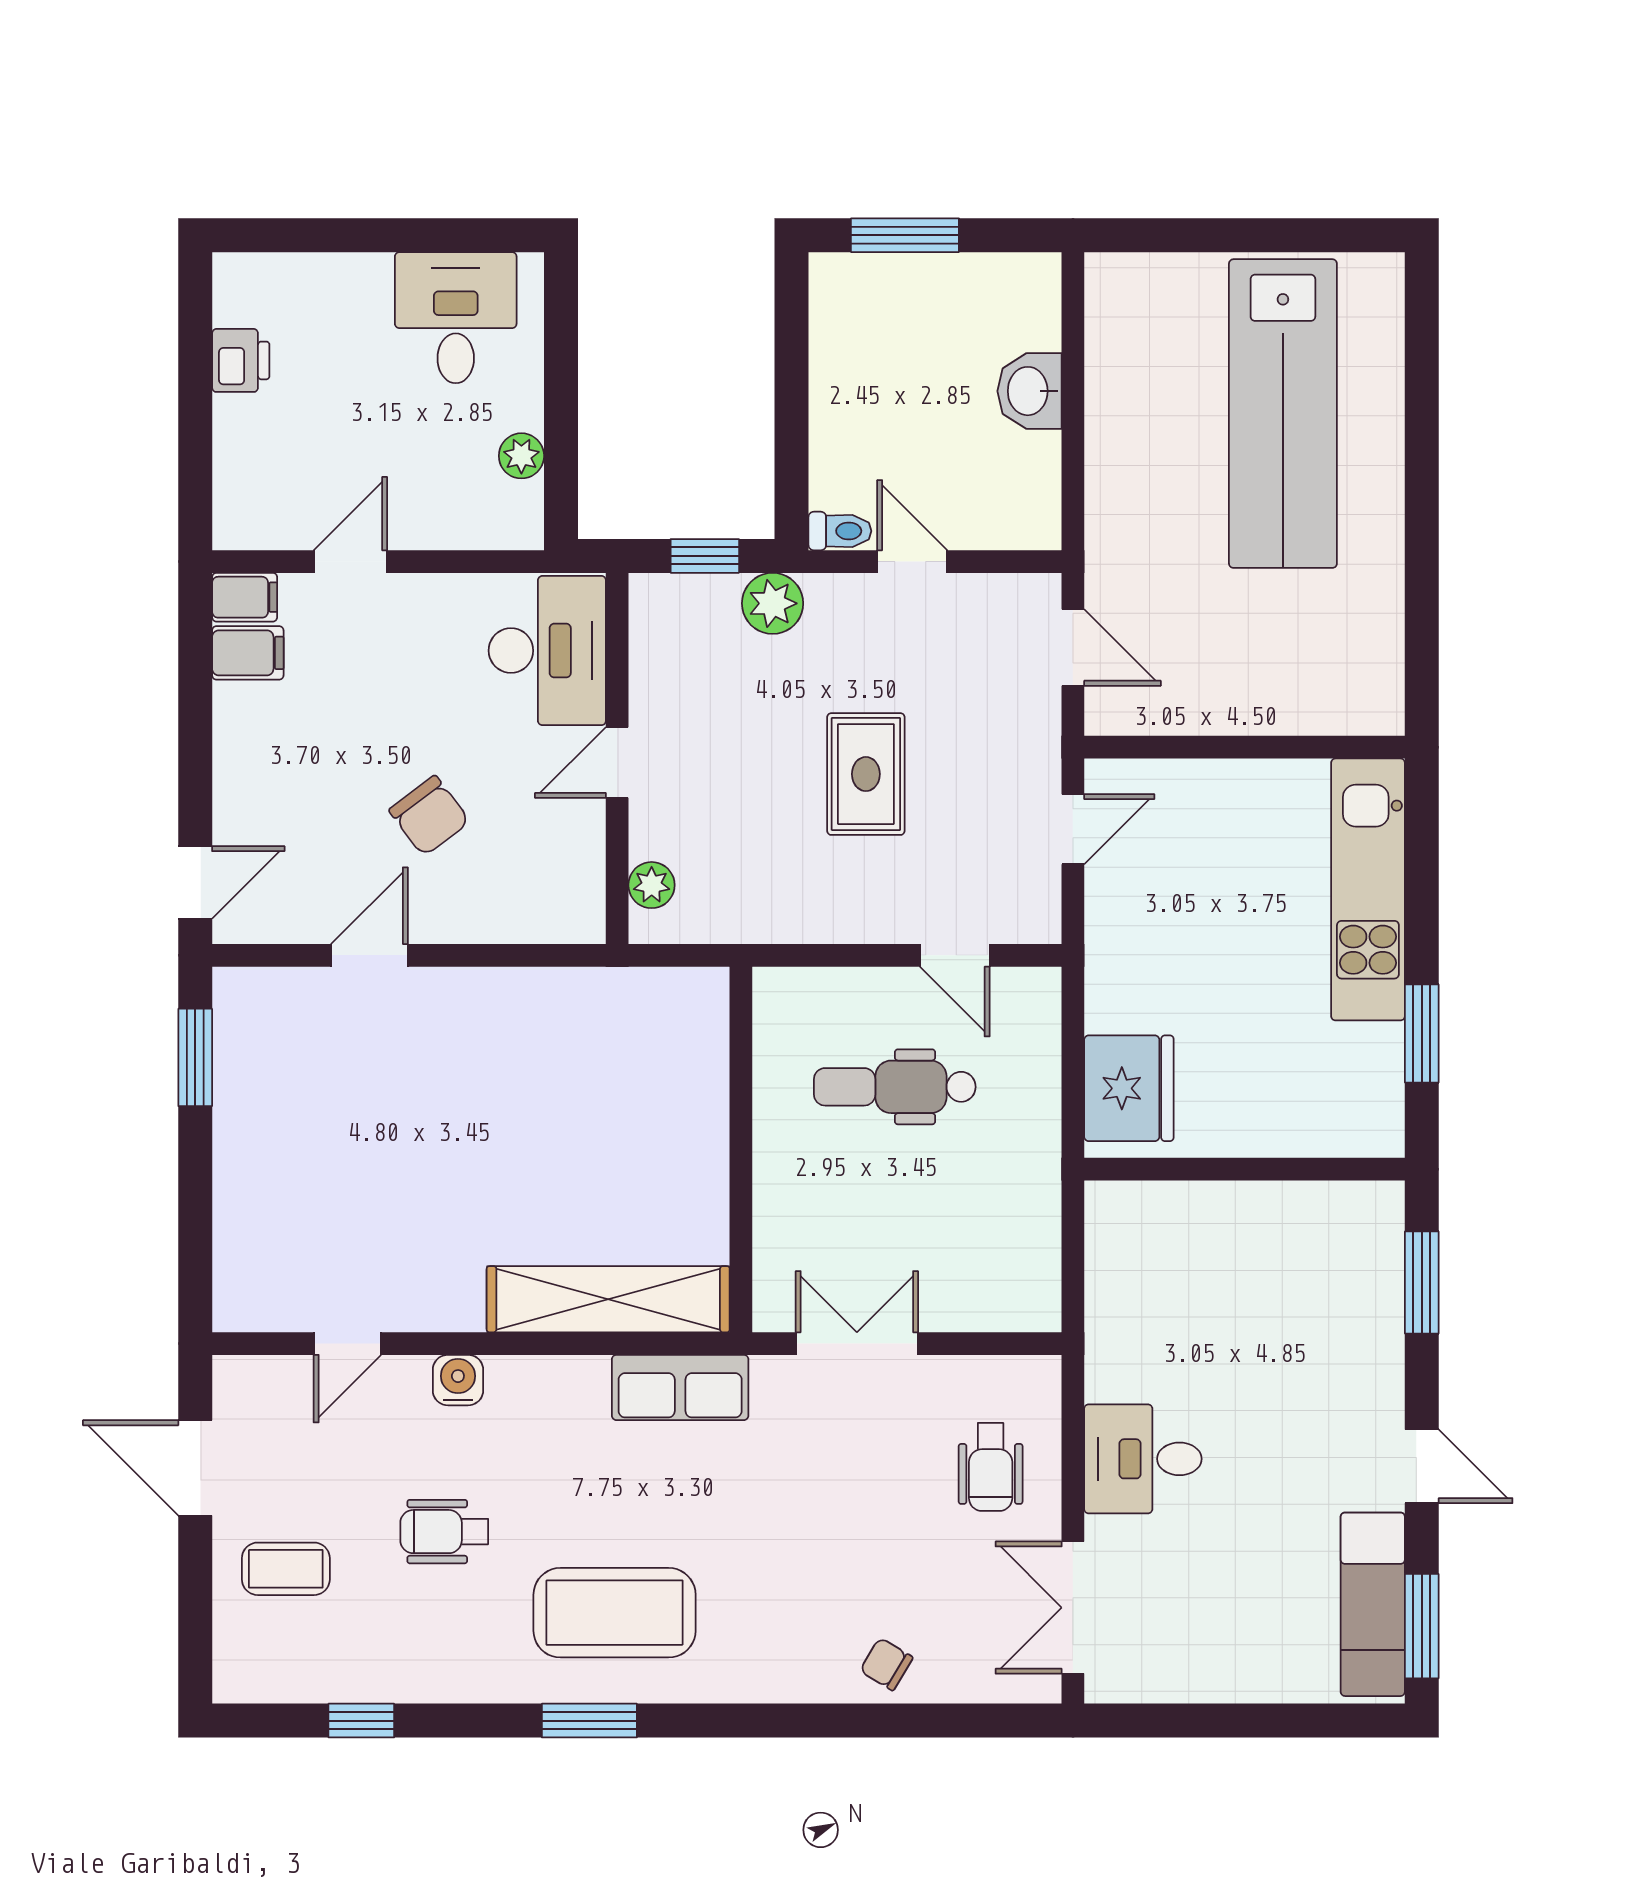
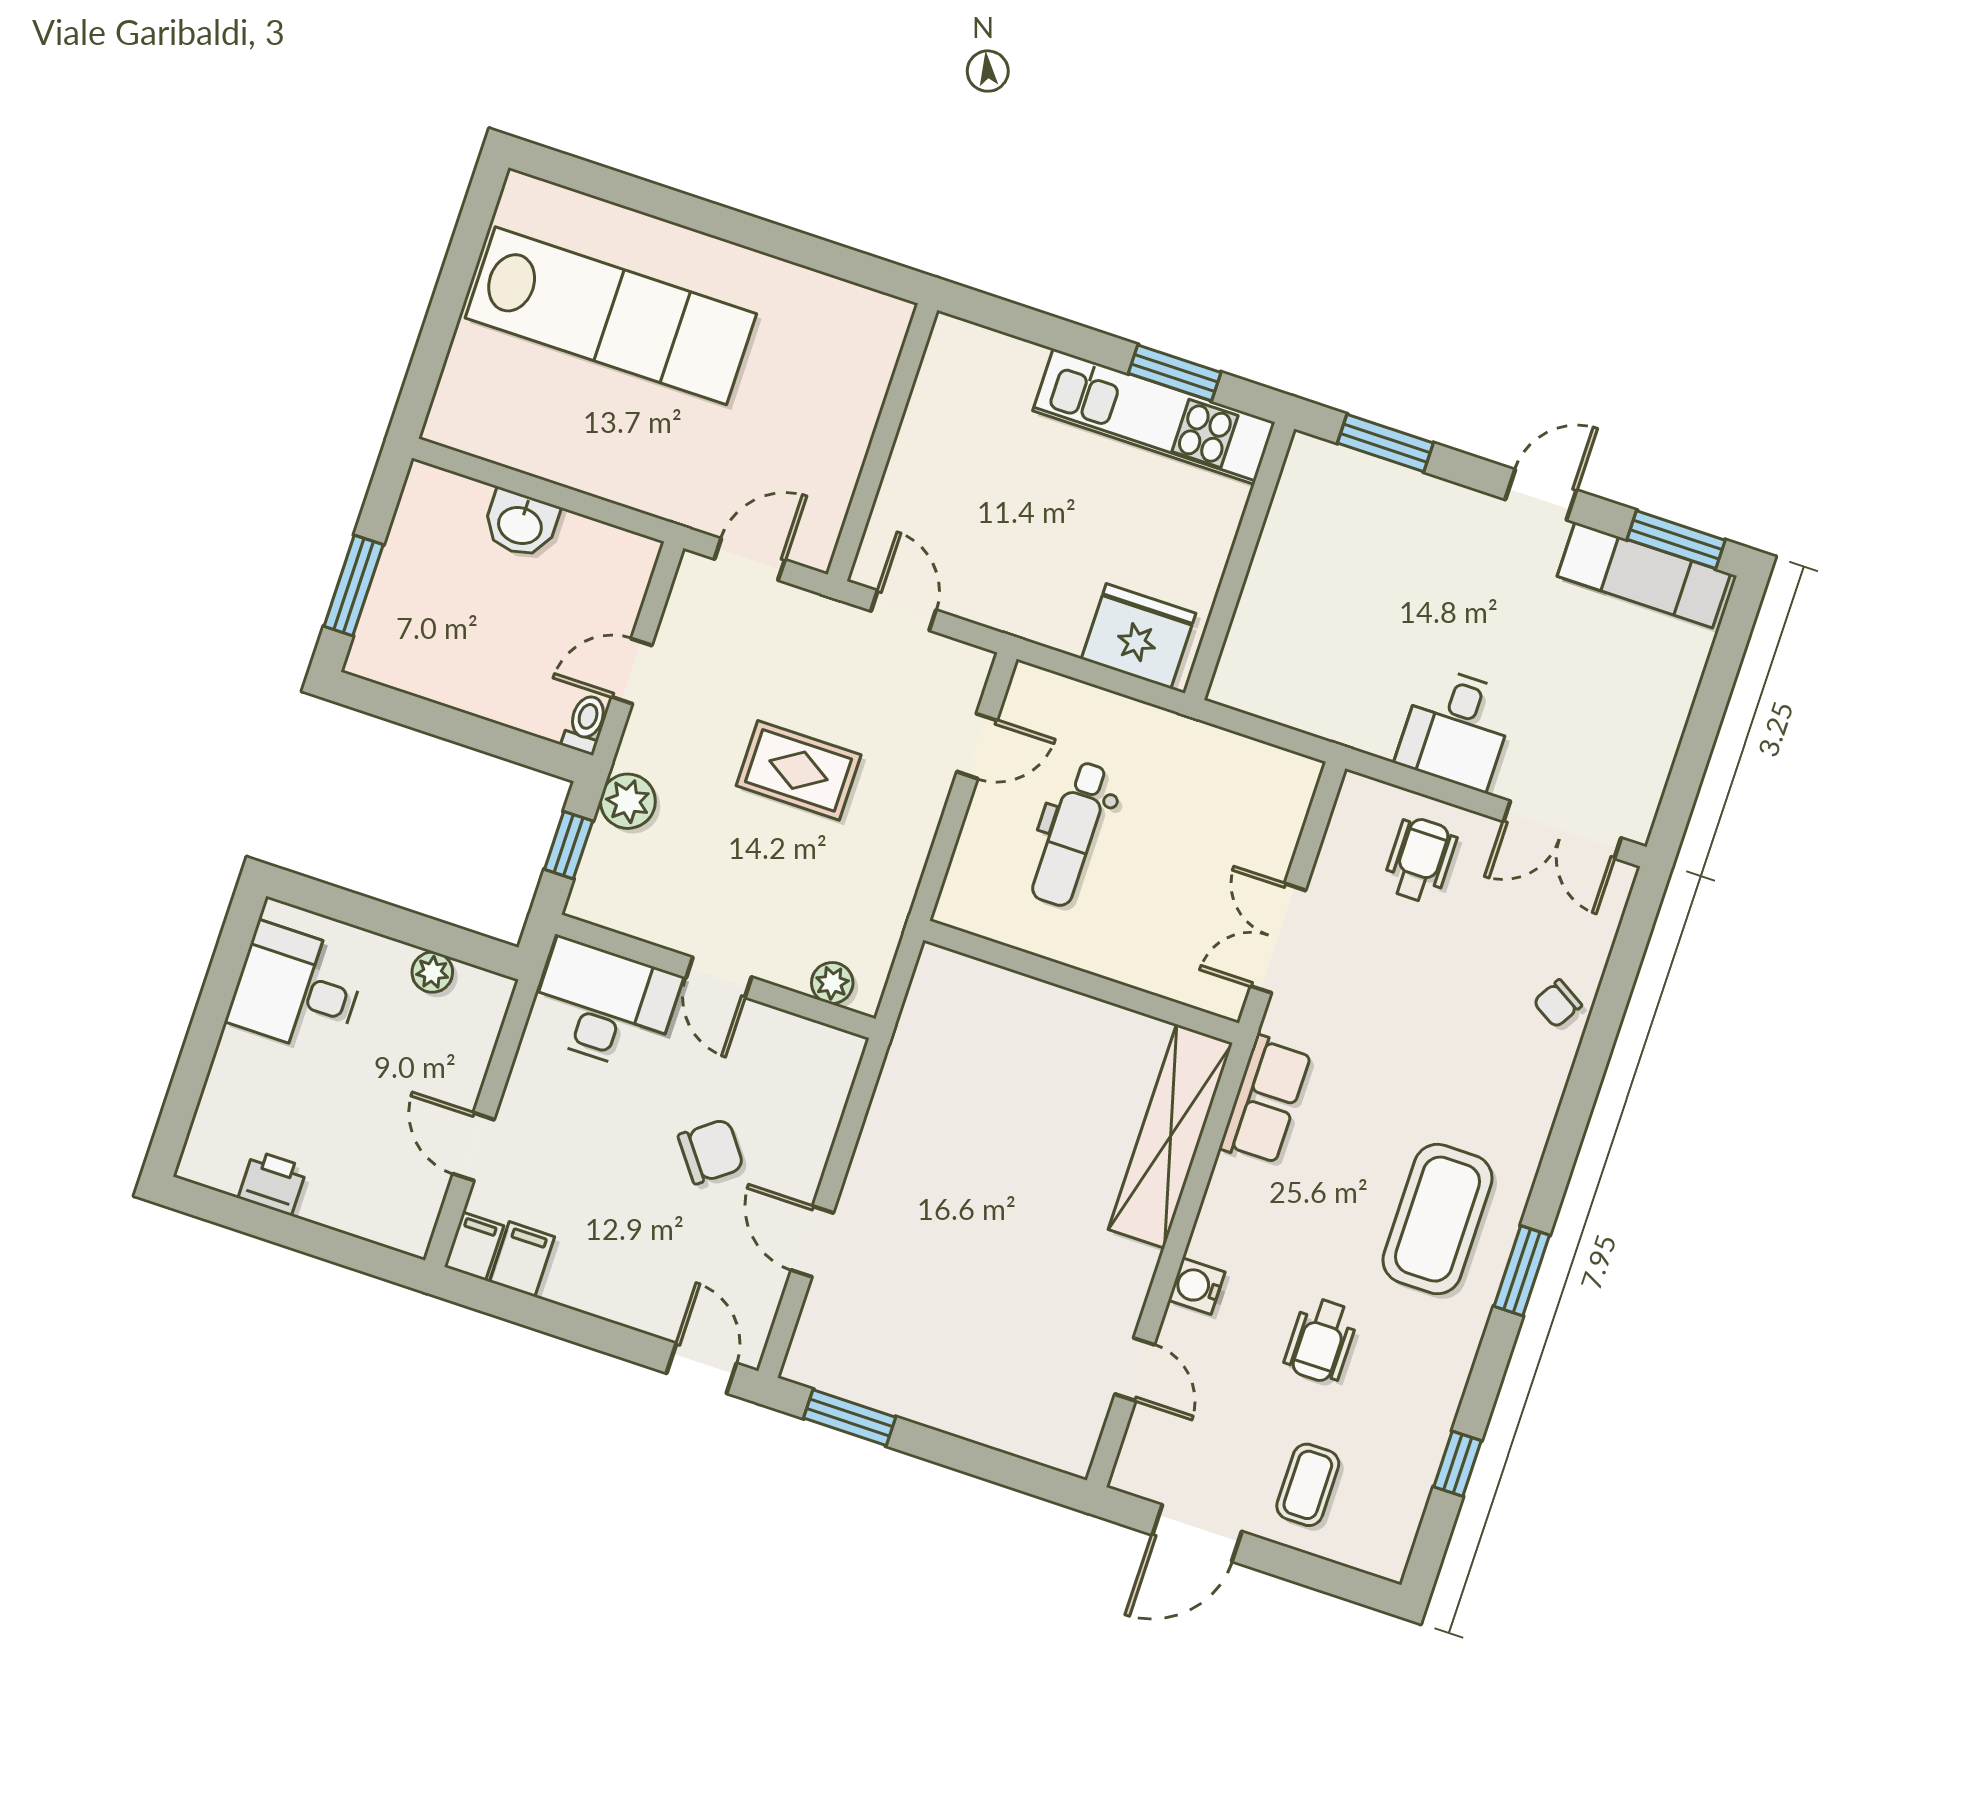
kitchen unit: (1368, 889) -> (1154, 417), moved
wheelchair: (991, 1467) -> (1420, 860), turned -90

